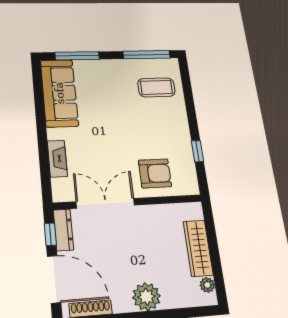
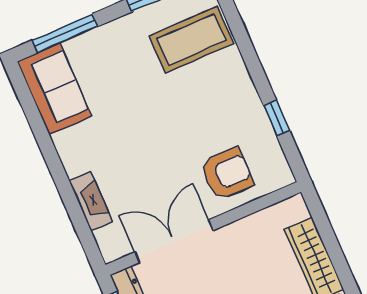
coffee table: (156, 87) -> (191, 40), width x1.36, depth x1.32
sofa: (59, 93) -> (54, 89), width x0.73

